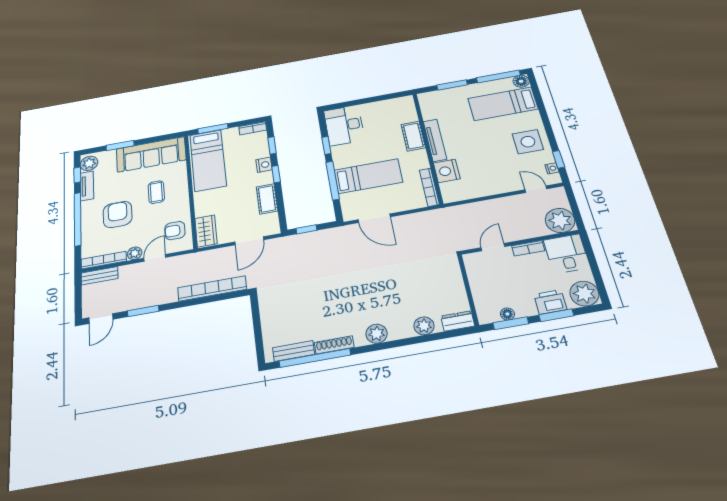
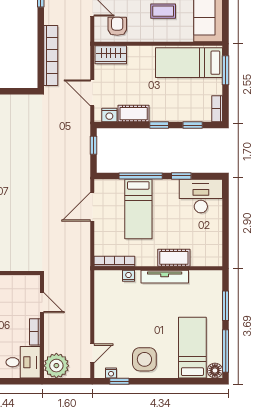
nightstand: (264, 165) -> (109, 115), moved
nightstand: (447, 171) -> (129, 276), width x0.53, depth x0.56

